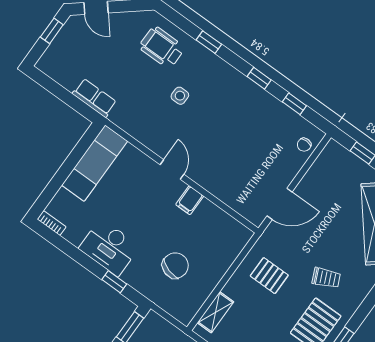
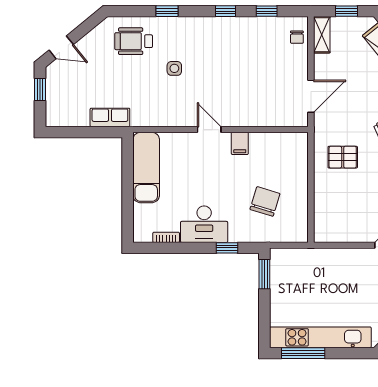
bookcase: (52, 223) -> (166, 237), moved
shelving: (216, 312) -> (322, 35), moved

